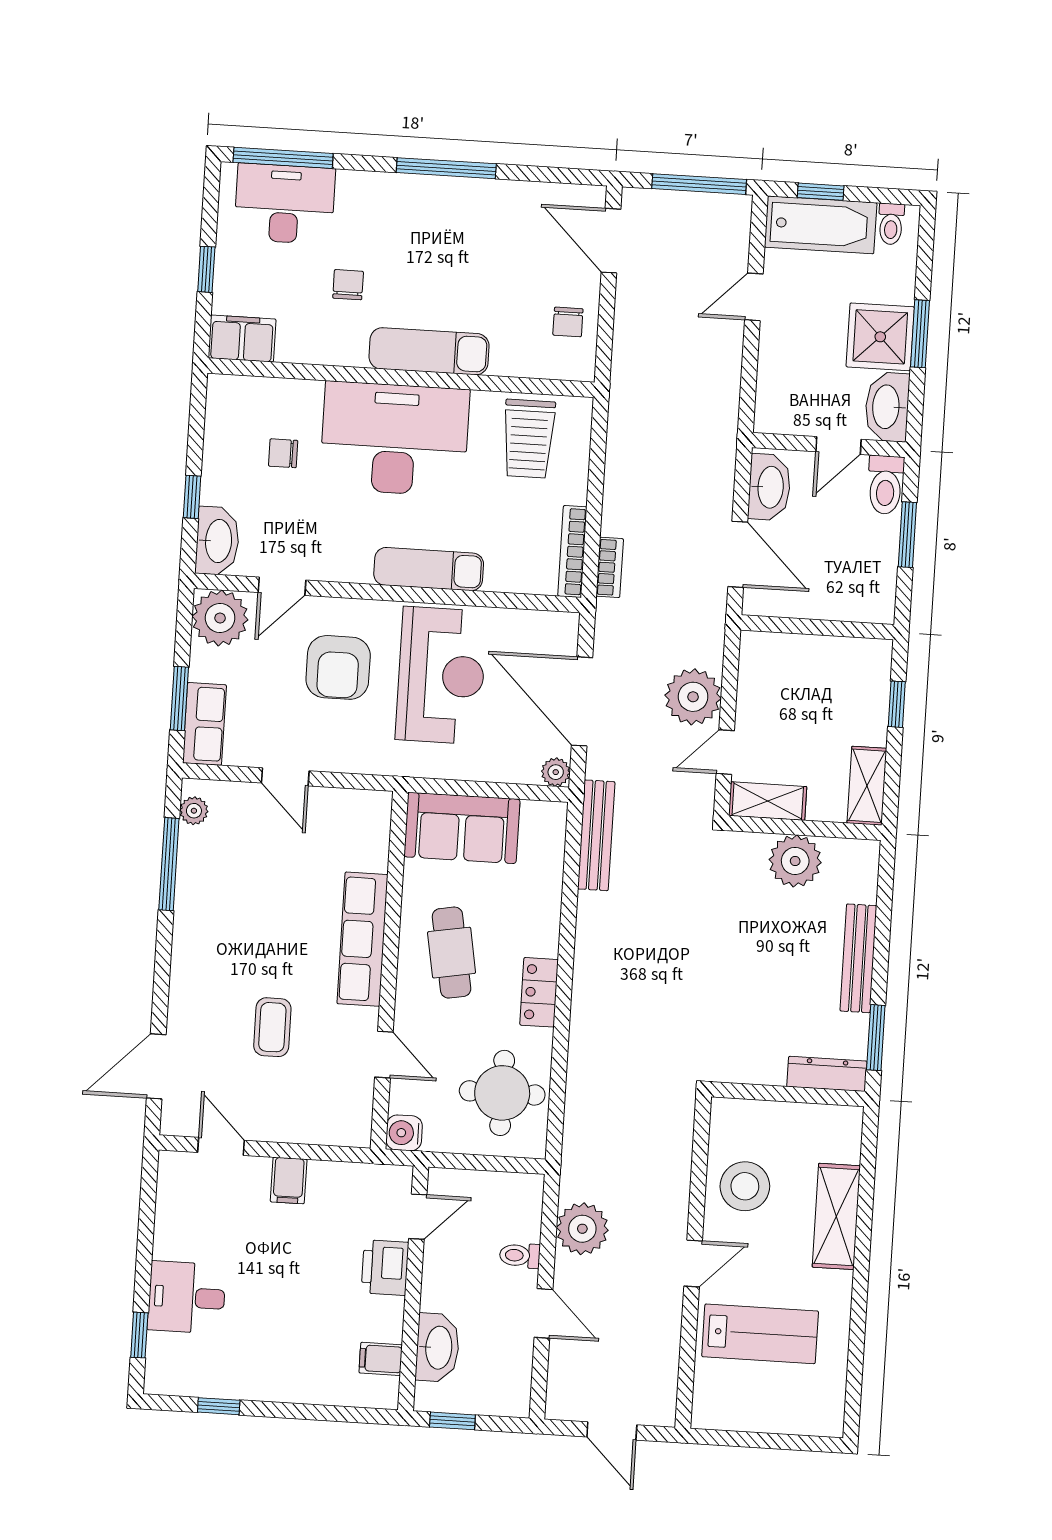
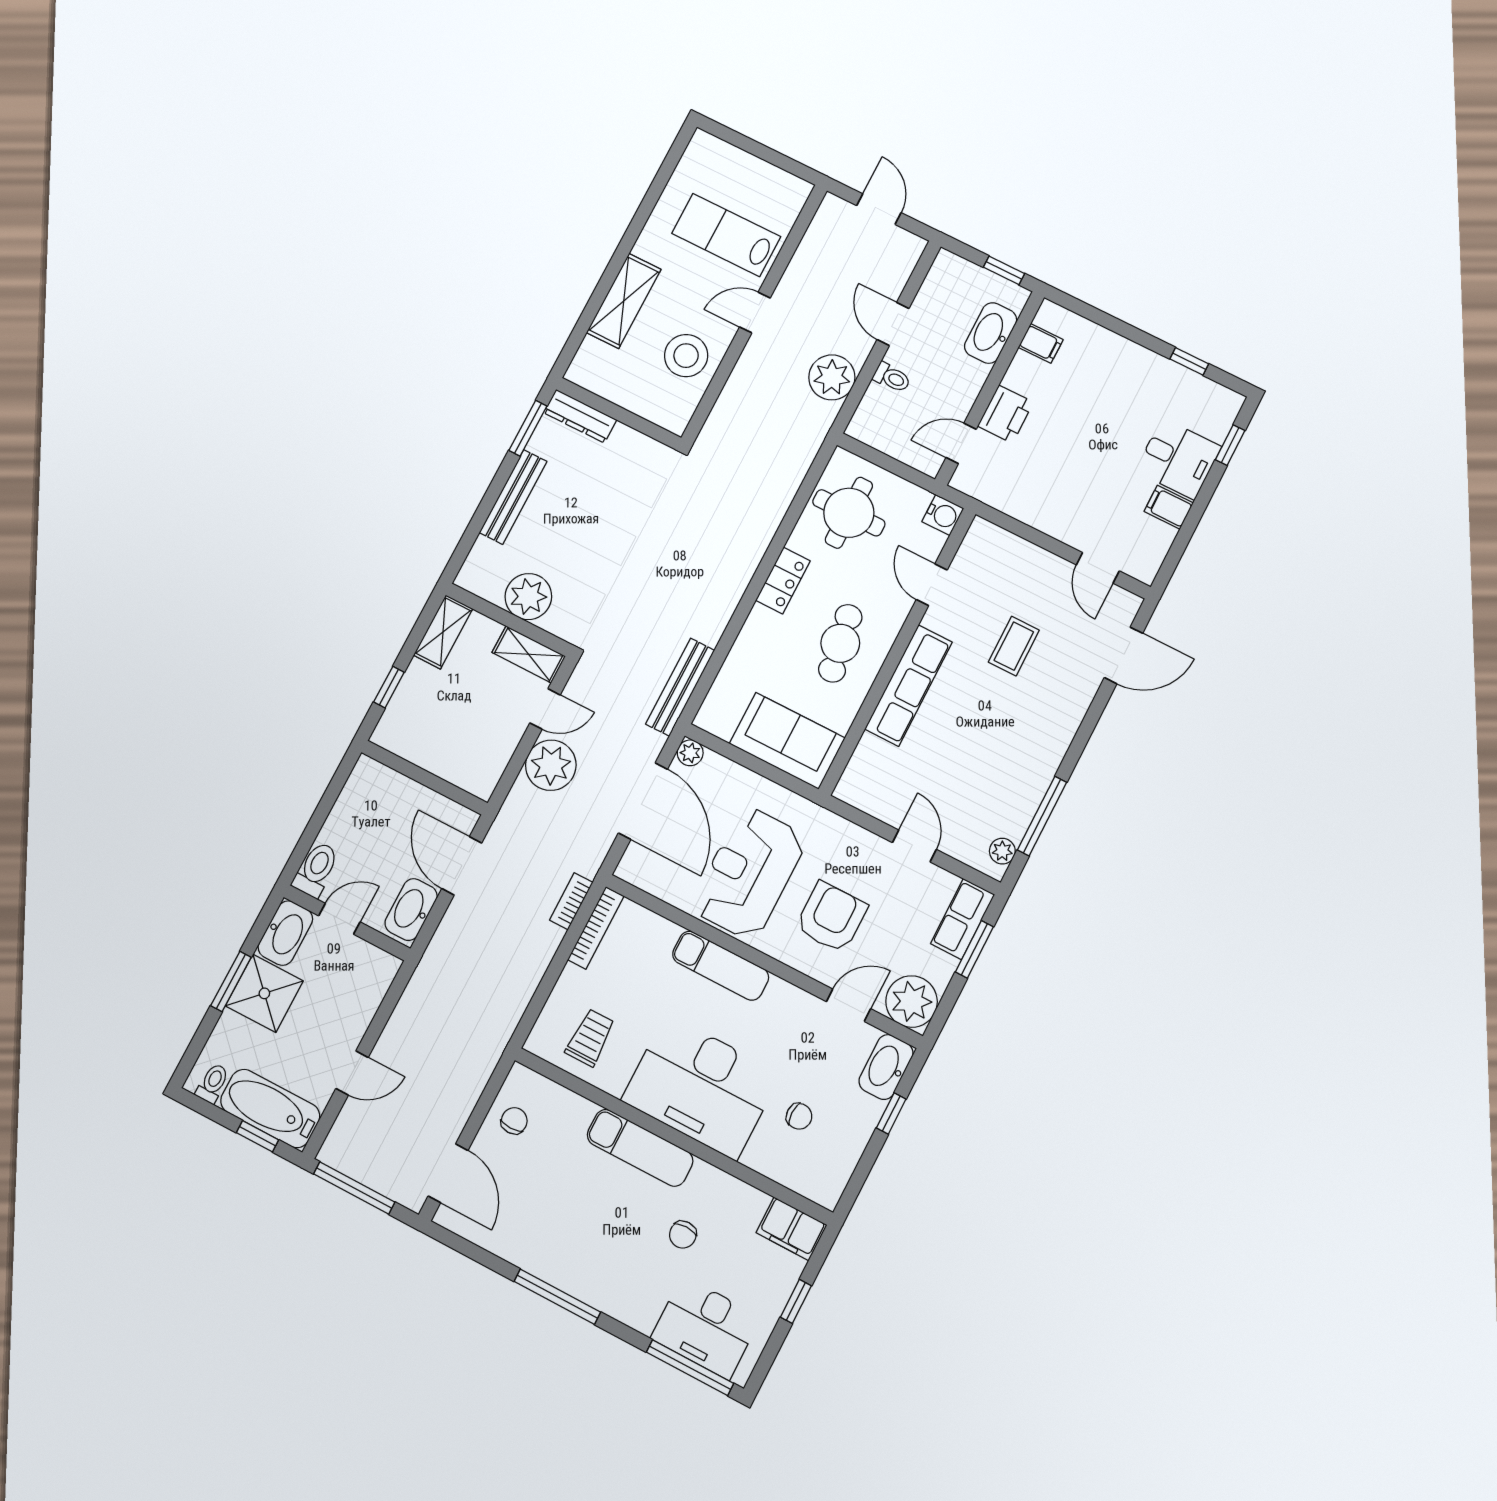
trolley: (529, 439) -> (590, 1038), width x0.73, depth x0.72
window: (907, 535) -> (317, 821), removed
filing cabinet: (289, 1181) -> (1169, 507), moved, turned -90

